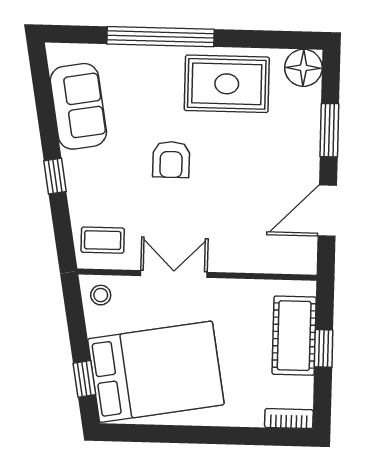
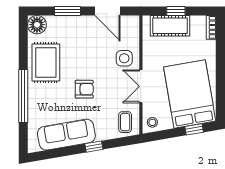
sofa: (78, 106) -> (66, 135), width x1.36
side table: (231, 242) -> (124, 58), added

